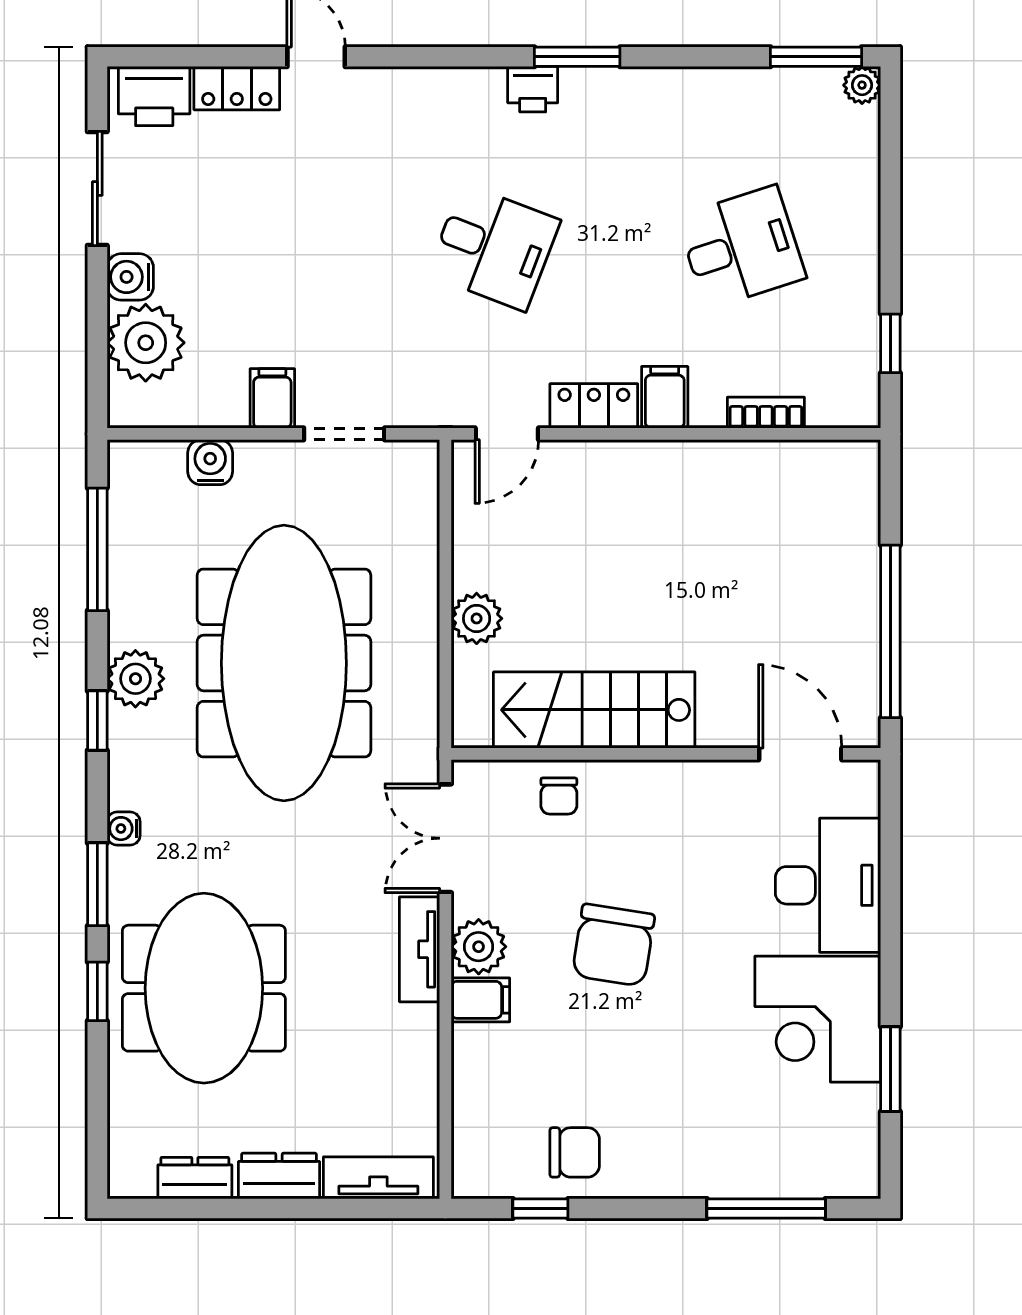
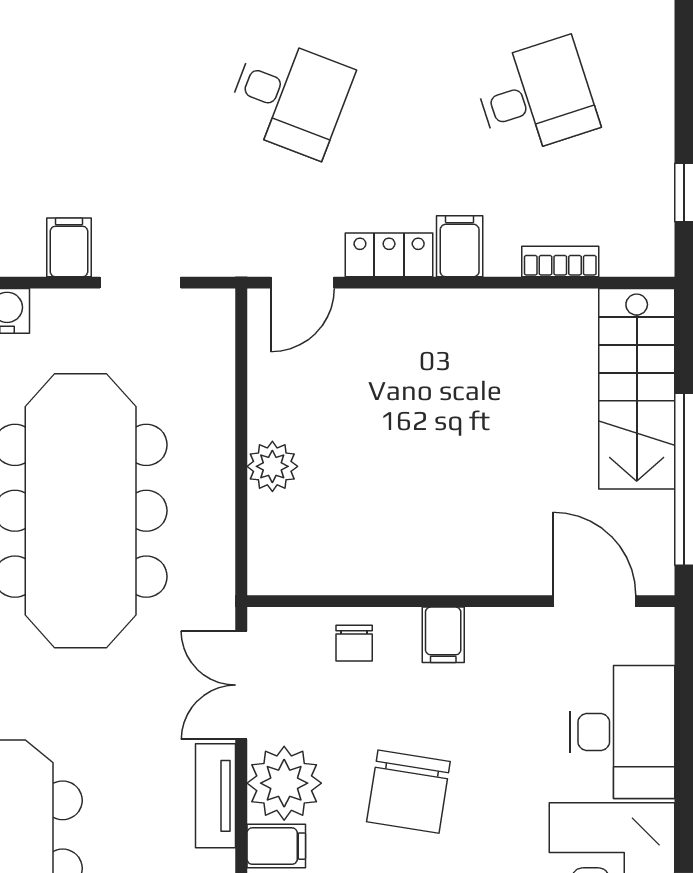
stairs: (594, 710) -> (637, 389), moved, turned -90
filing cabinet: (648, 788) -> (443, 635), added
plant: (479, 947) -> (284, 783), width x1.36, depth x1.36

